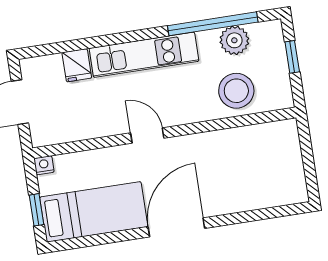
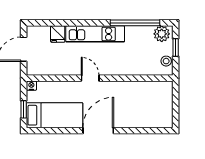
plant: (234, 40) -> (162, 34), moved
stool: (236, 91) -> (166, 61), moved, width x0.53, depth x0.53

